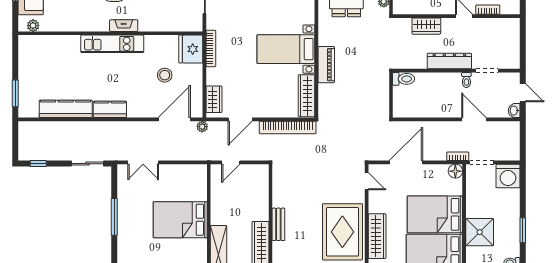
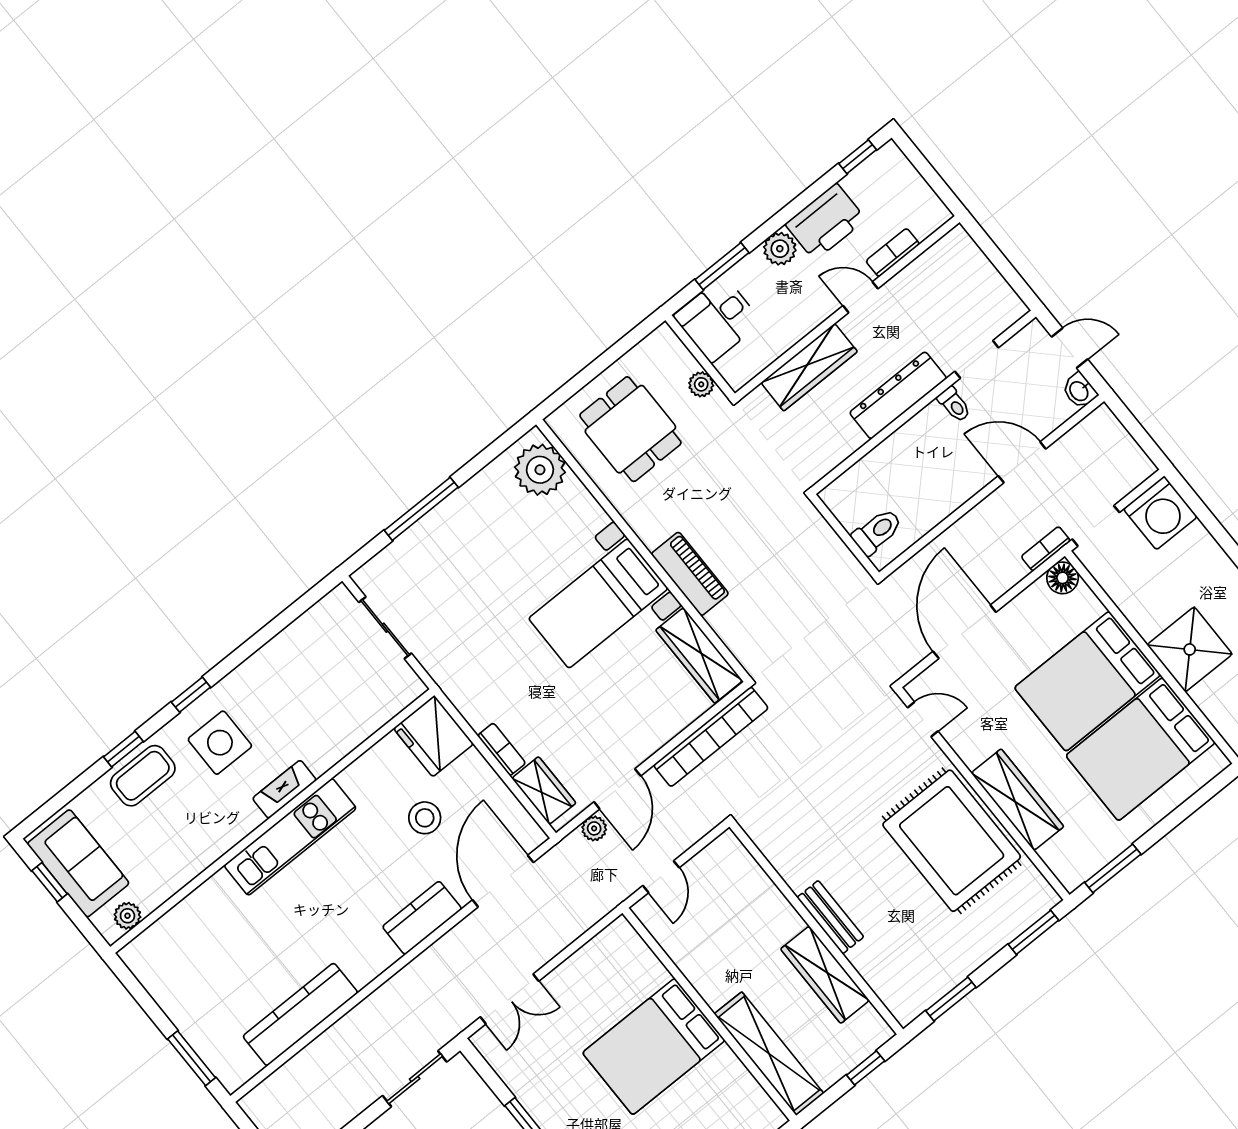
wardrobe: (426, 26) -> (809, 367), width x1.50
bookcase: (211, 48) -> (502, 749), moved, width x0.64
toilet: (404, 79) -> (877, 532), moved
kitchen counter: (110, 109) -> (422, 918), moved
plant: (202, 127) -> (594, 828), moved

